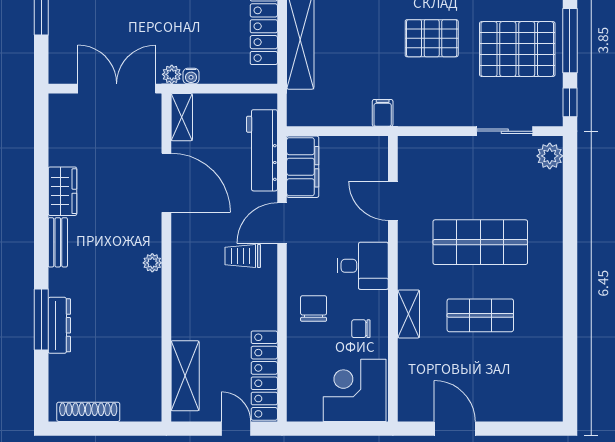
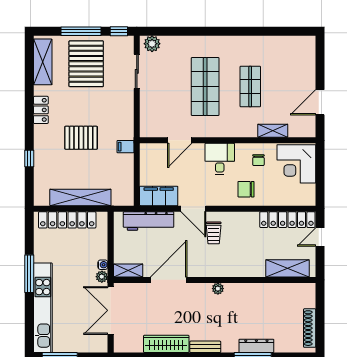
pallet: (432, 38) -> (81, 138), moved, turned 90
wardrobe: (62, 191) -> (166, 344), width x1.50
shelving: (409, 314) -> (273, 131), moved

